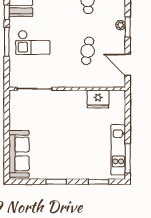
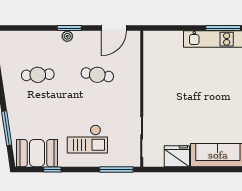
window: (7, 42) -> (116, 169), moved
checkout: (33, 42) -> (87, 139), turned 90
fridge: (98, 99) -> (177, 156), moved, turned -90

